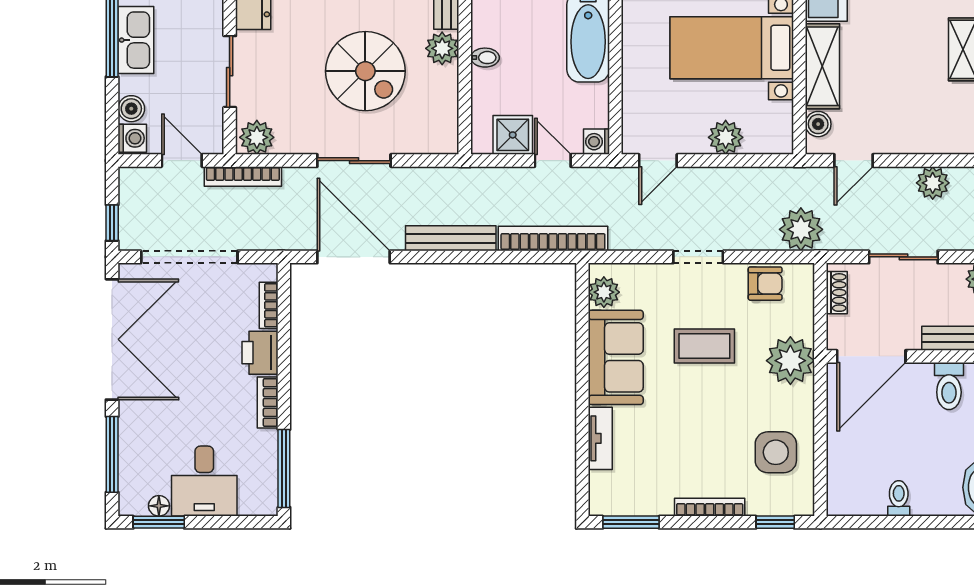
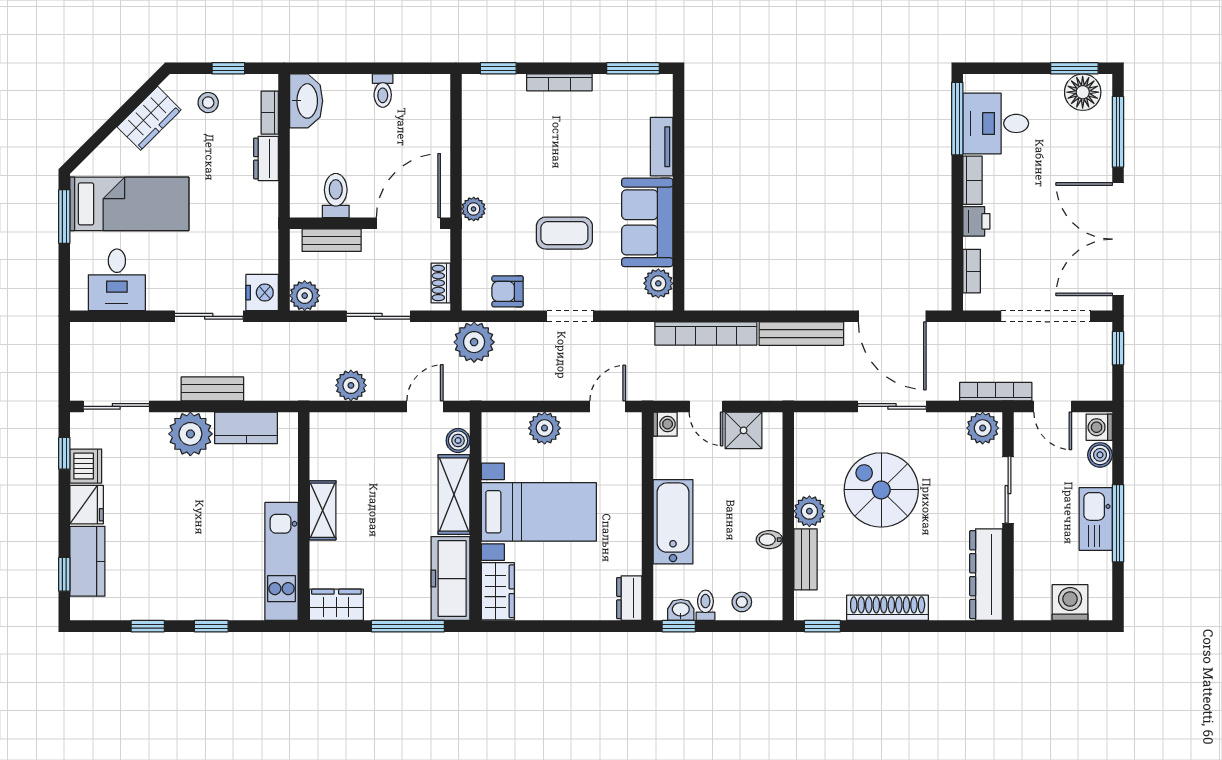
bidet: (485, 58) -> (769, 540), moved
printer: (260, 353) -> (976, 221), width x0.73, depth x0.81
plant: (790, 361) -> (474, 209), width x0.53, depth x0.53
side table: (776, 452) -> (498, 134), removed
desk: (204, 481) -> (996, 123), moved, turned -90
floor lamp: (159, 506) -> (1083, 92), width x1.89, depth x1.89

